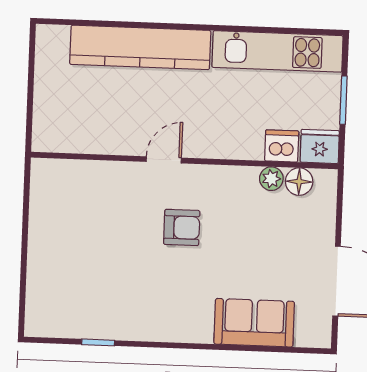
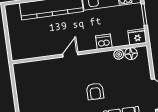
dishwasher: (282, 146) -> (104, 42), moved
armchair: (182, 227) -> (95, 91), moved, turned 90

